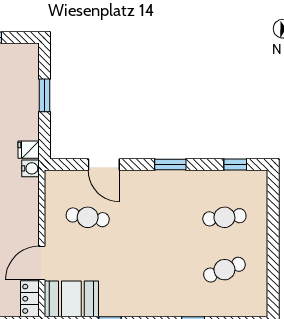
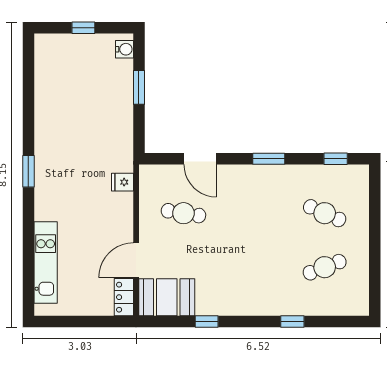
fridge: (29, 150) -> (122, 182), moved
water cooler: (30, 168) -> (125, 49), moved
cafe table: (224, 217) -> (325, 213), turned 30

